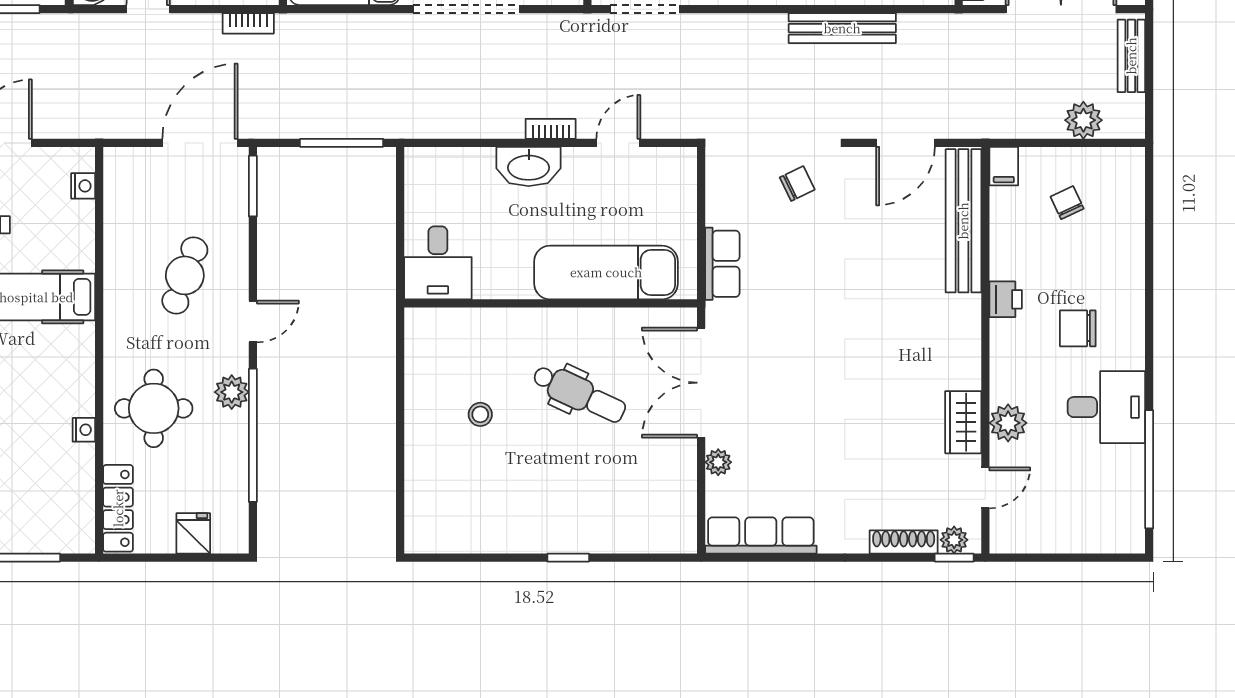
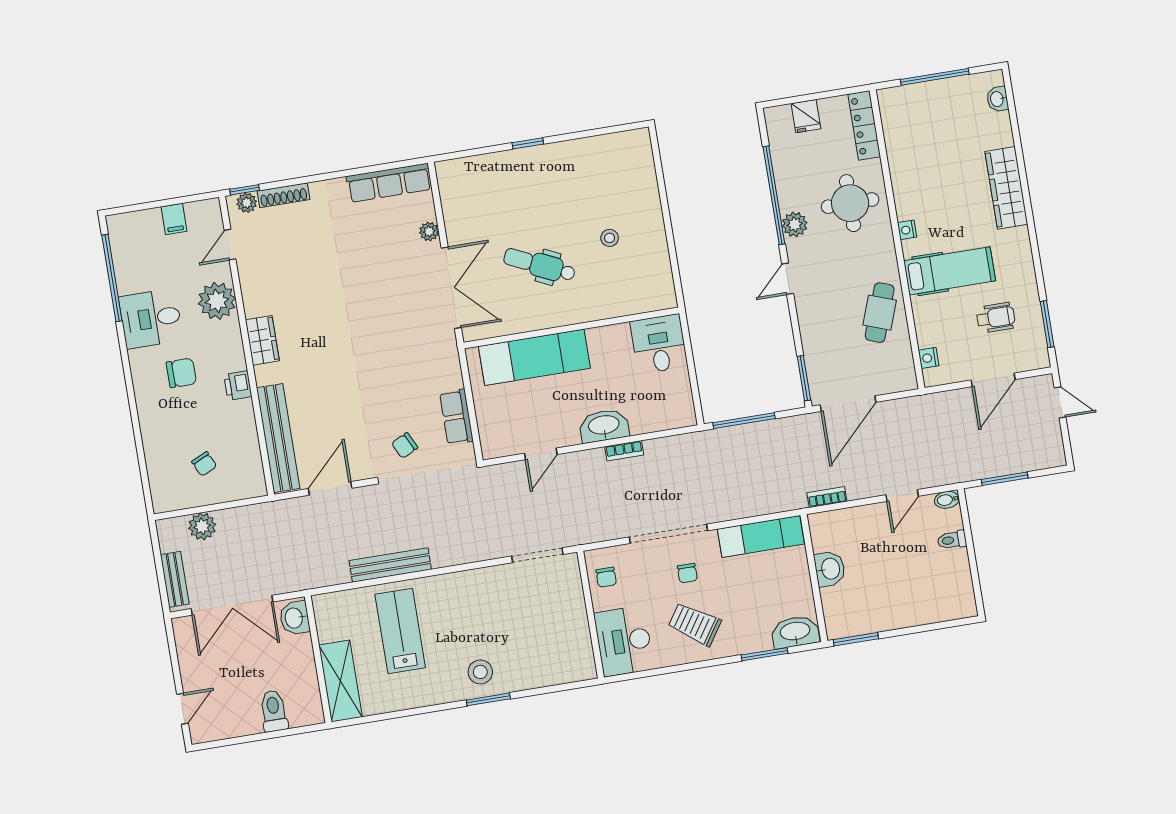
bookcase: (551, 129) -> (624, 451), moved
filing cabinet: (1004, 166) -> (174, 219), moved, turned 180
row of seats: (722, 264) -> (456, 417), moved
cafe table: (185, 275) -> (880, 313), moved
wardrobe: (963, 422) -> (262, 340), moved
plant: (1008, 423) -> (217, 301), width x1.36, depth x1.36
nightstand: (84, 430) -> (907, 230), moved

